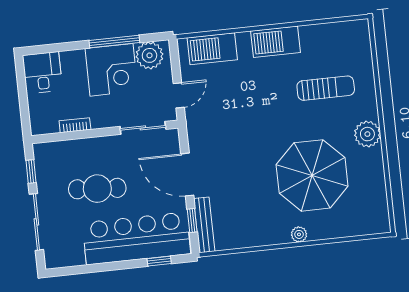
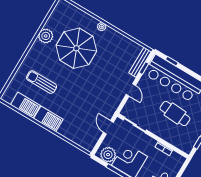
barbecue: (212, 49) -> (25, 105), moved
door: (179, 95) -> (108, 127), hinge flipped
plant: (367, 134) -> (46, 36), moved
door: (187, 175) -> (131, 90), width x0.53

